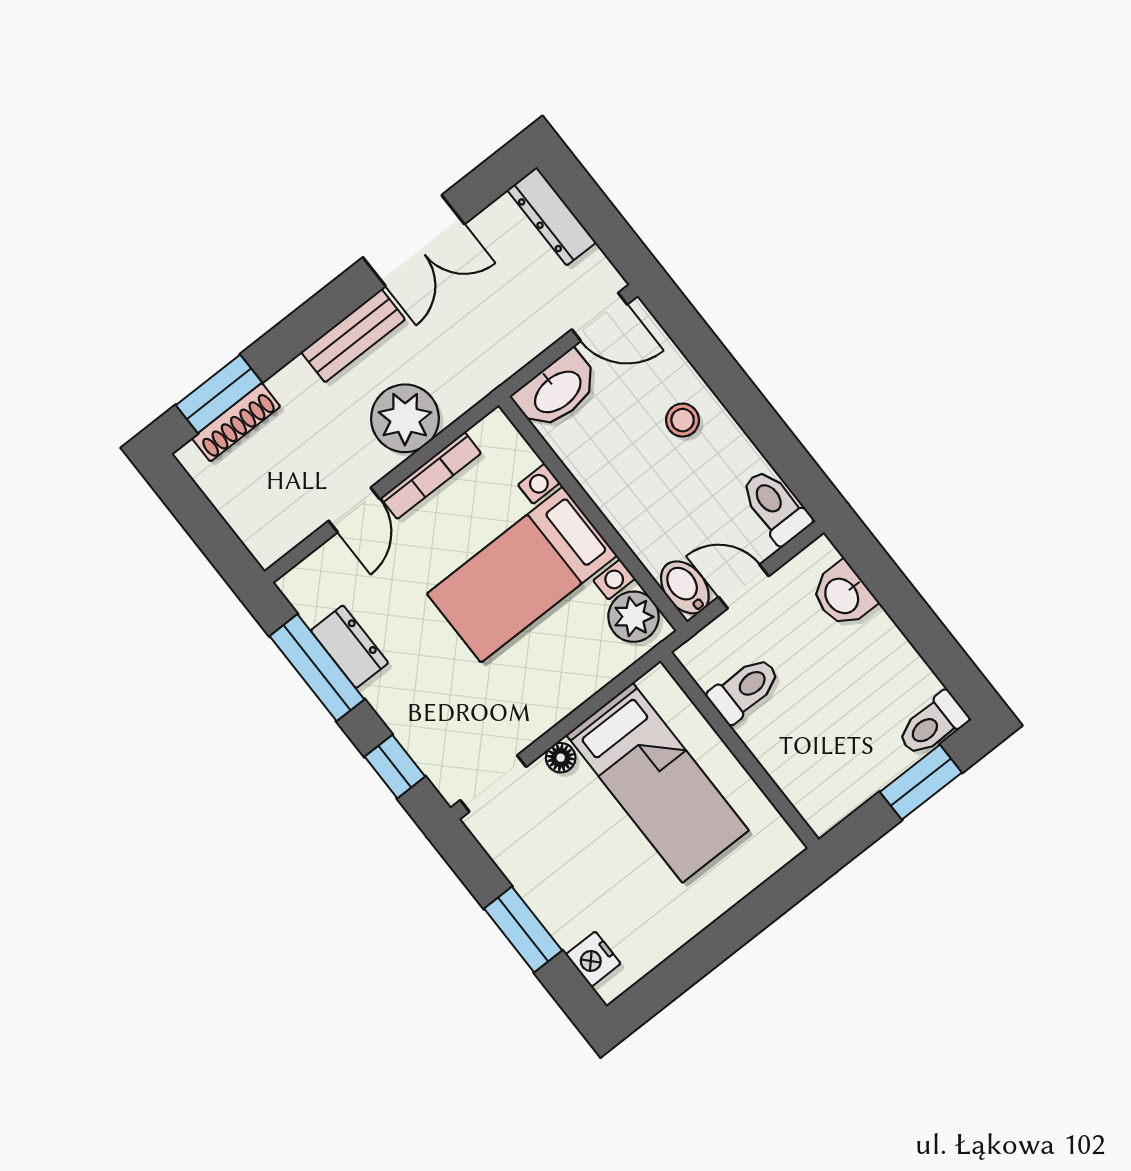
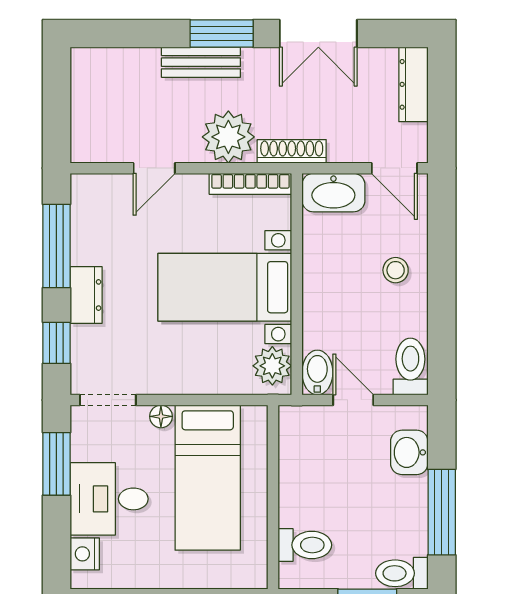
bench: (353, 336) -> (201, 62), moved
window: (219, 394) -> (222, 33), moved
shoe rack: (236, 422) -> (292, 151), moved, turned 180
bookcase: (431, 475) -> (250, 184), moved
window: (924, 630) -> (442, 512), added
dresser: (349, 647) -> (86, 295), moved
toilet: (745, 689) -> (305, 545), moved
desk: (574, 884) -> (109, 499), added
window: (523, 930) -> (56, 464), moved

